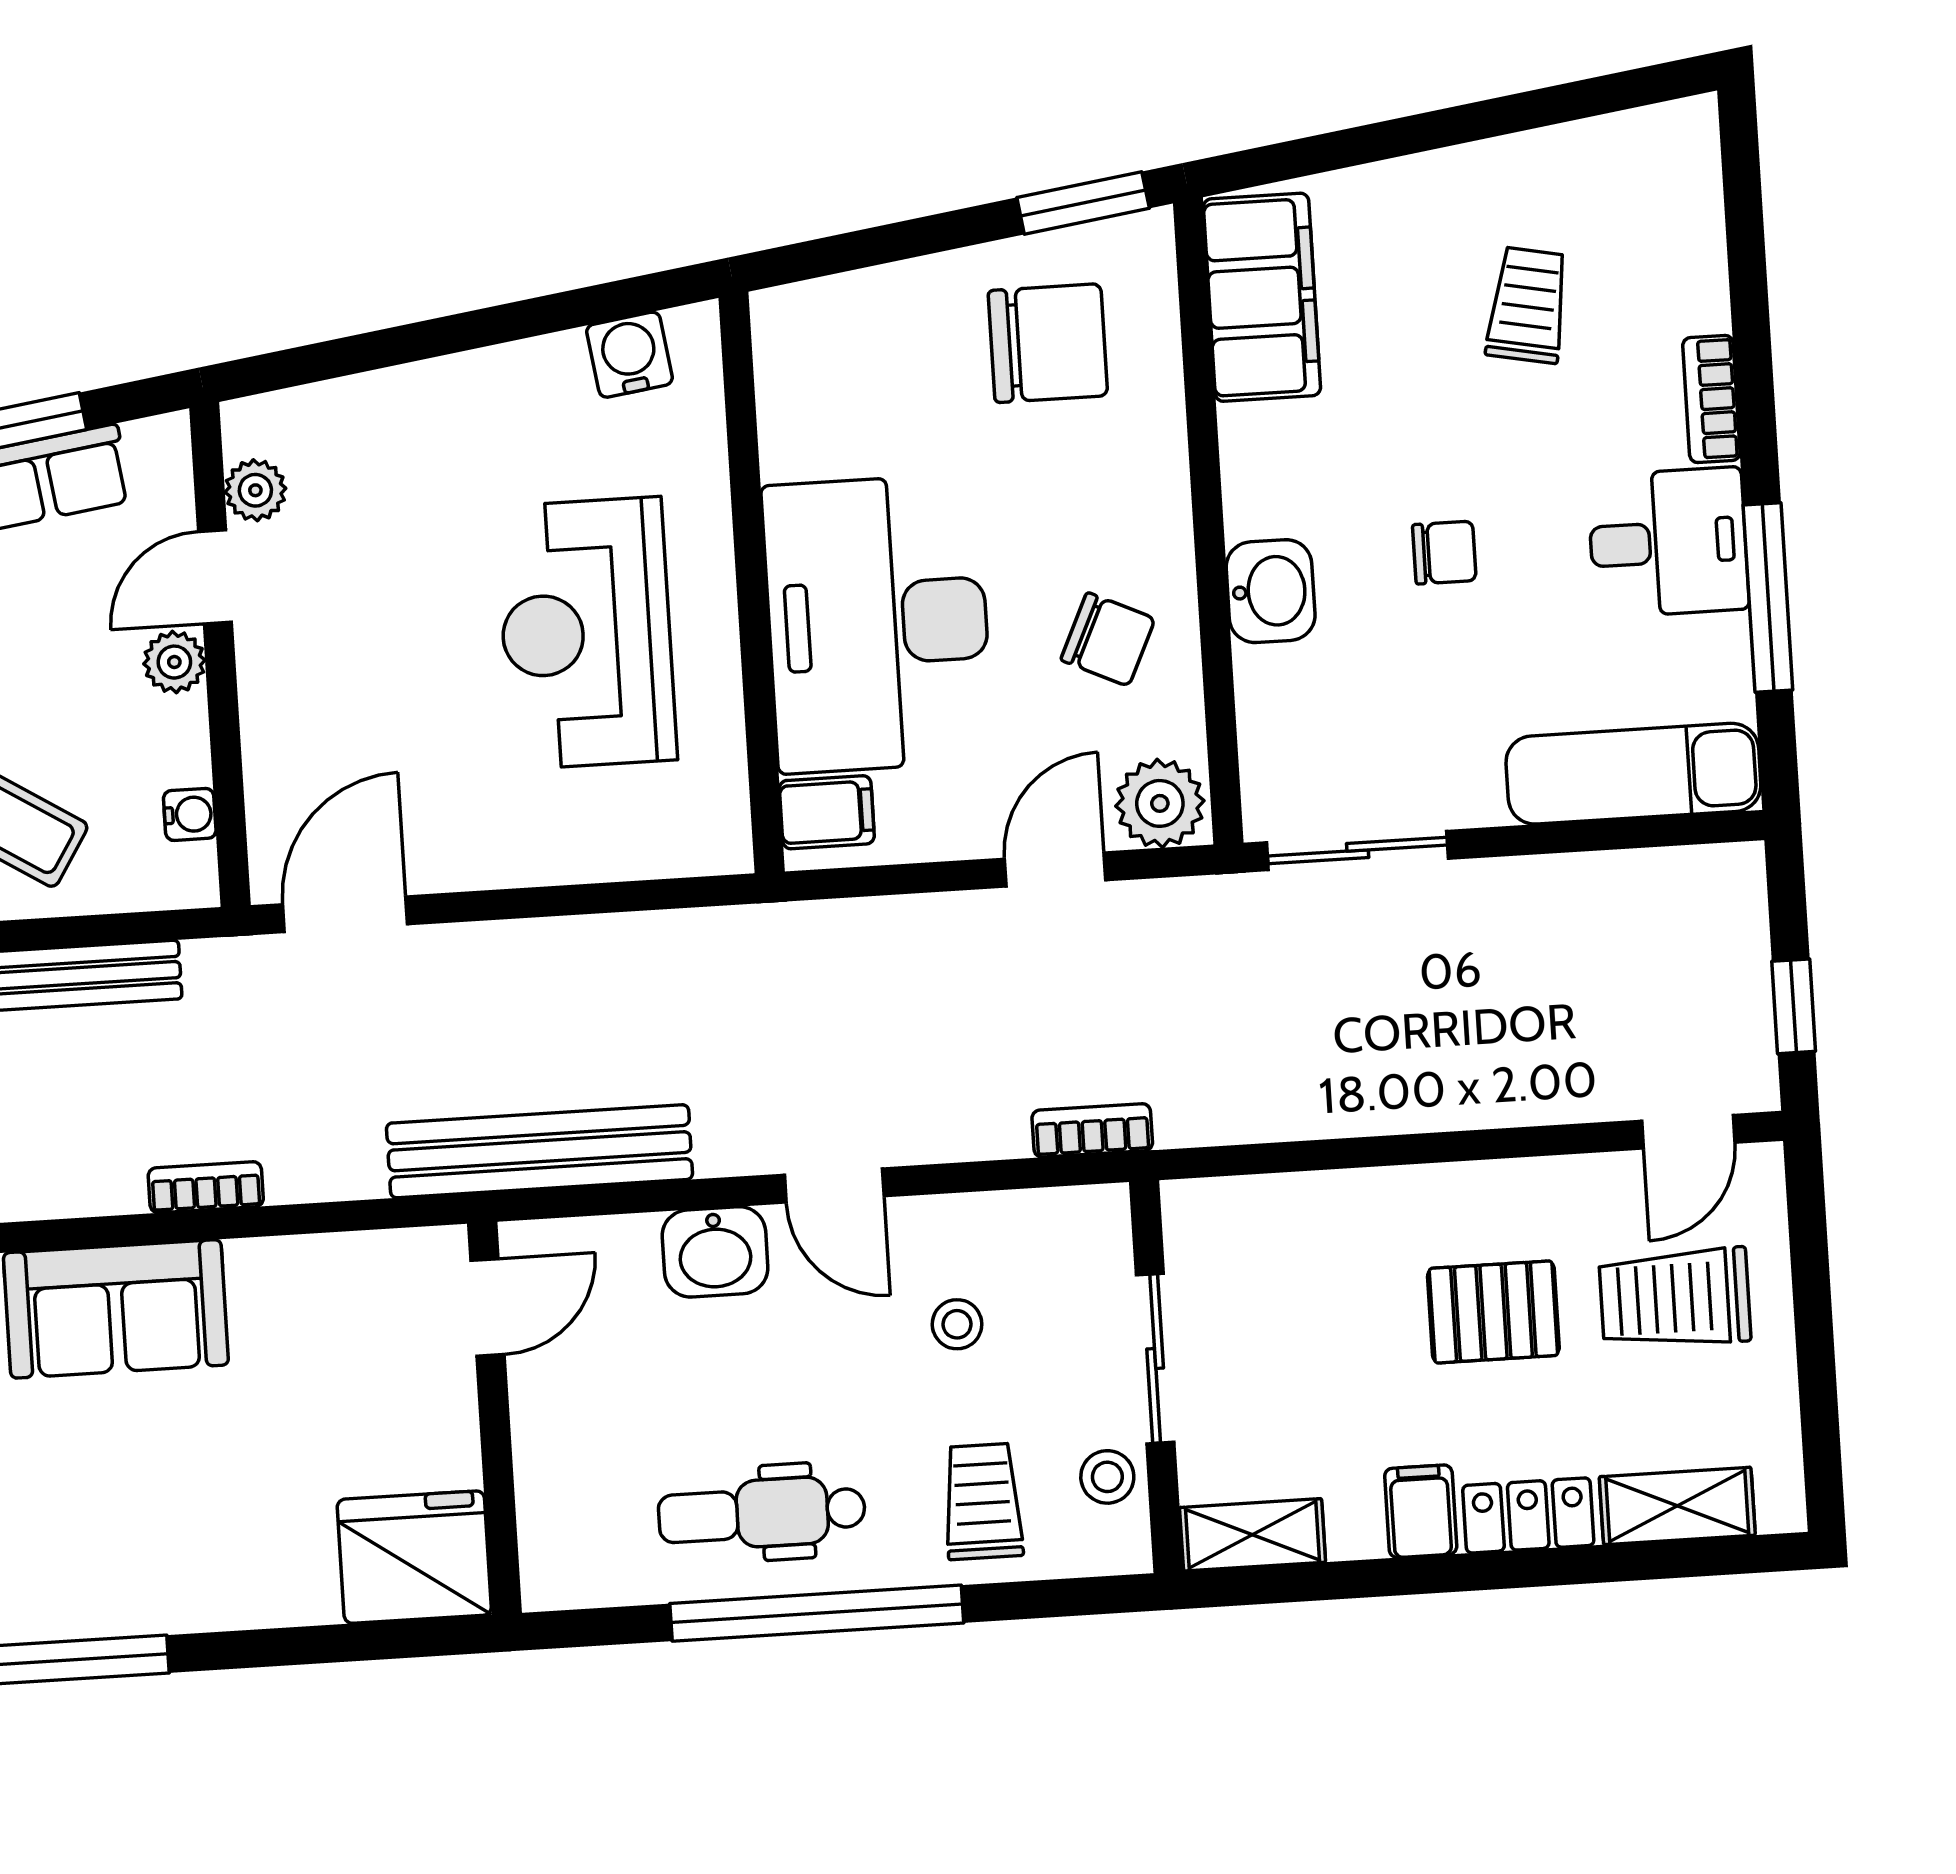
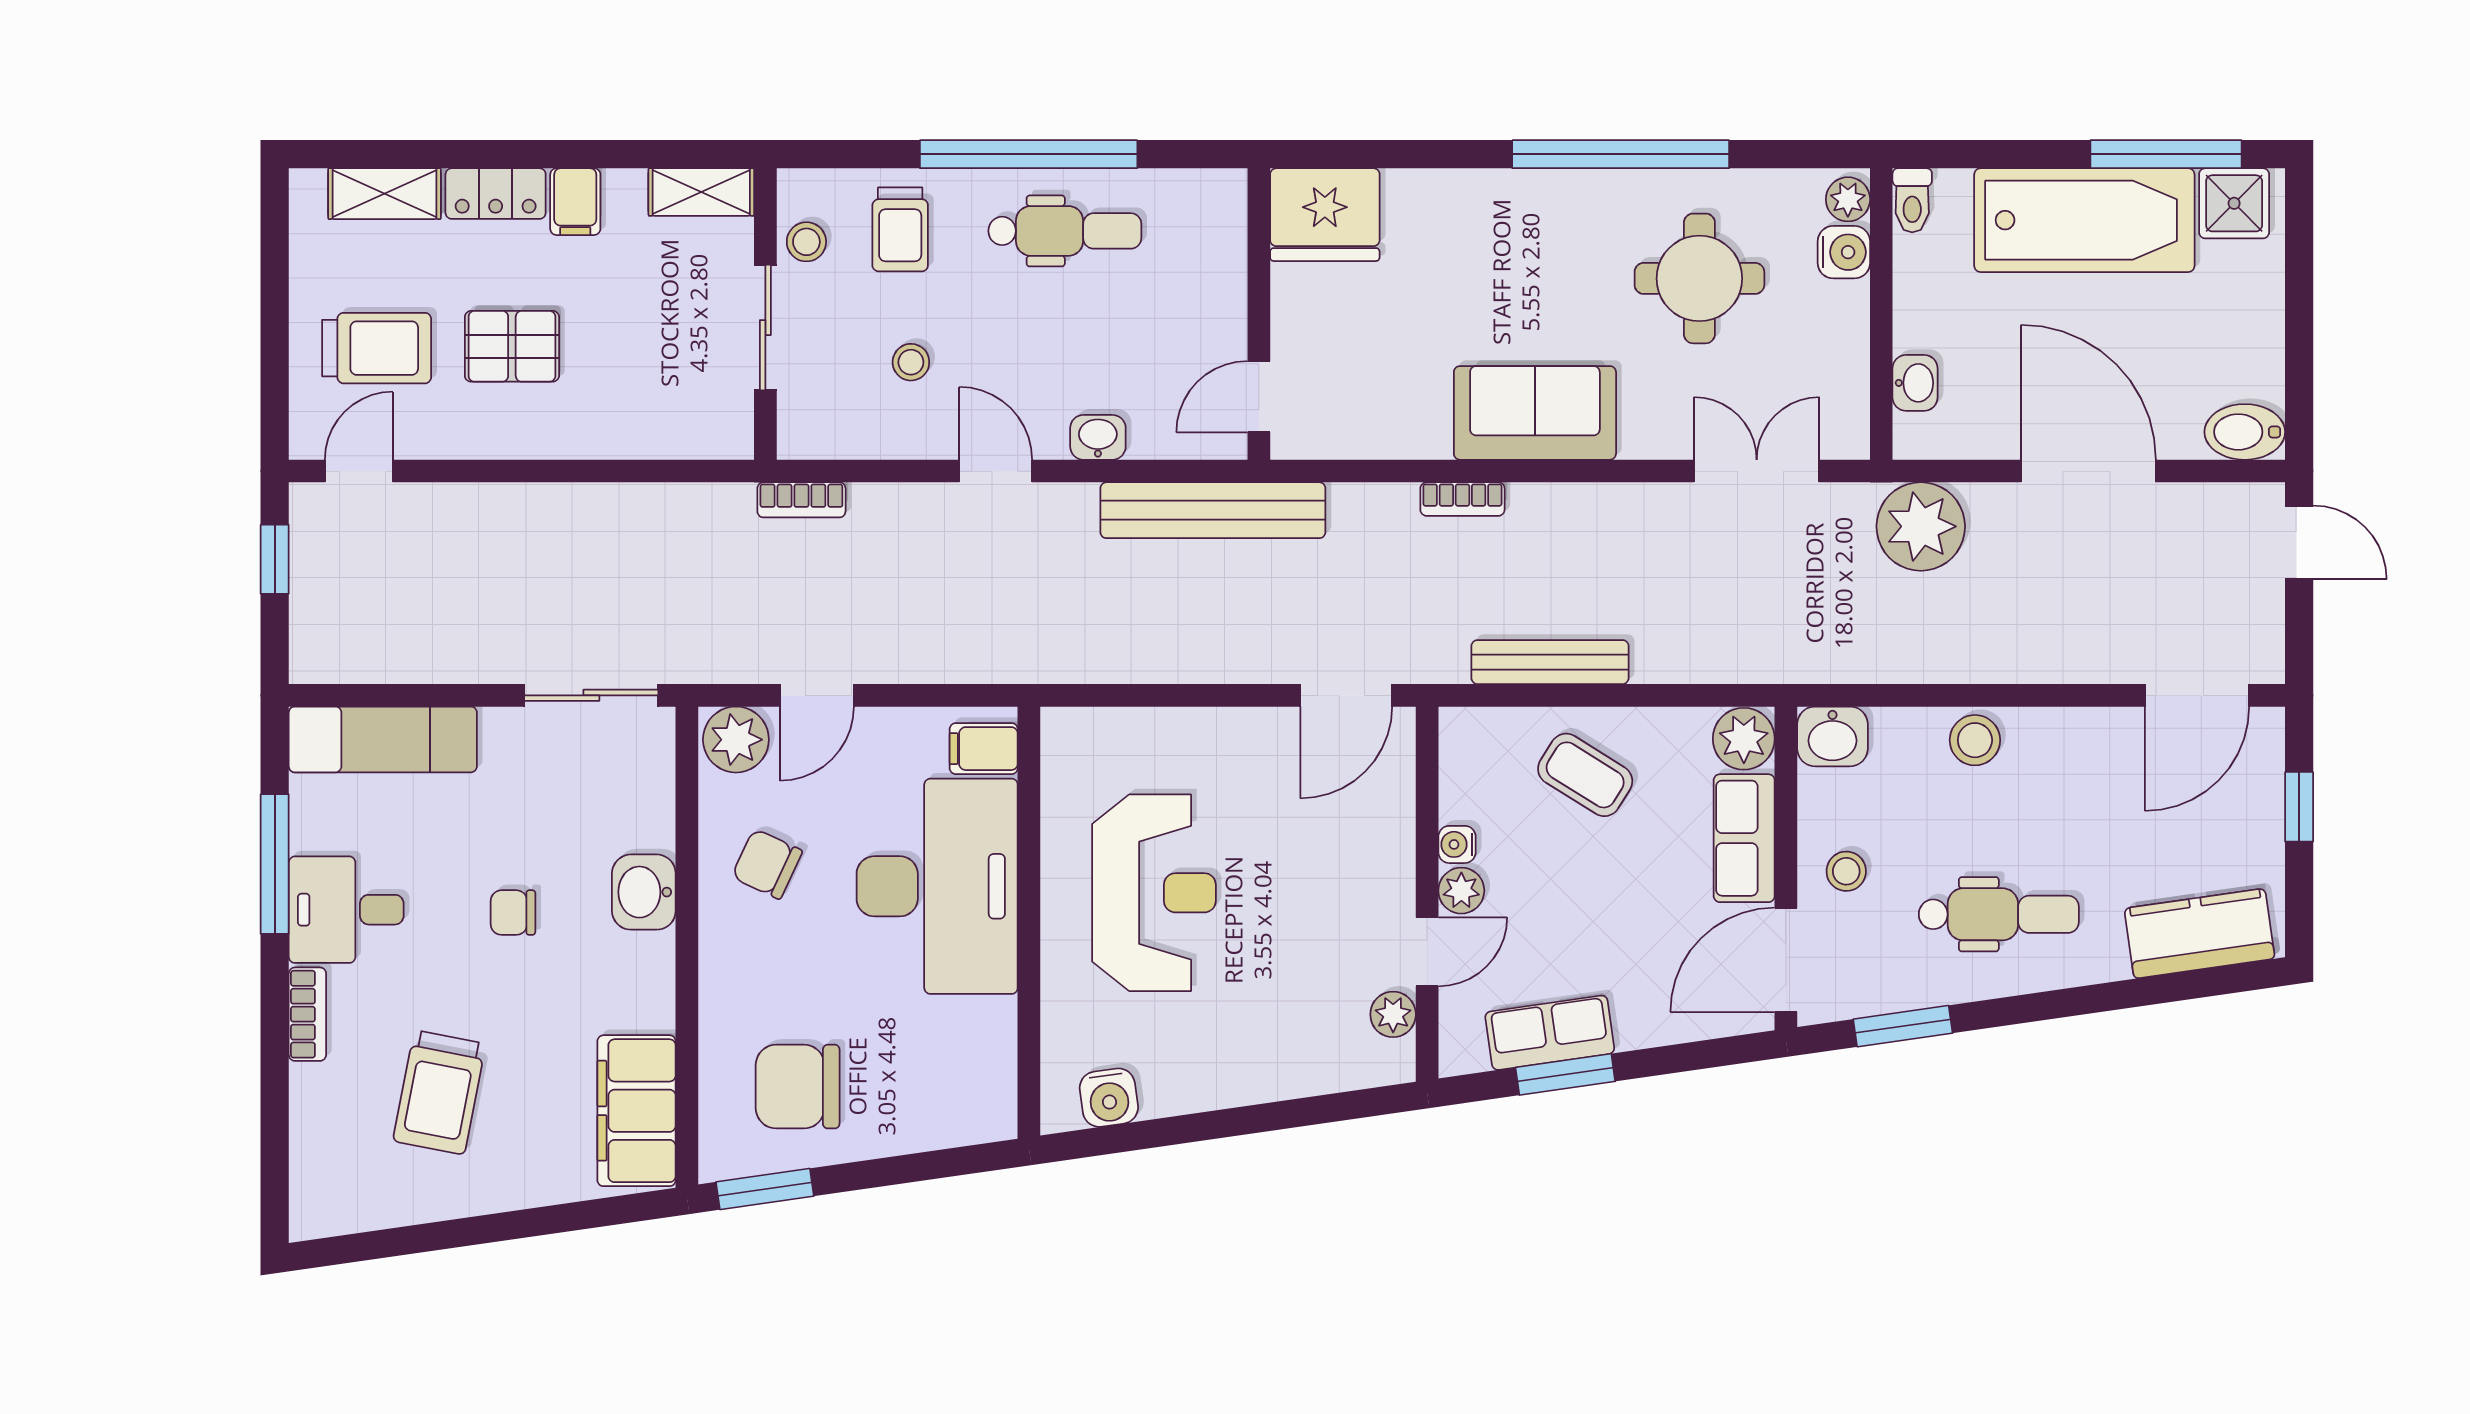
trolley: (1528, 305) -> (439, 1092), width x1.36, depth x1.39
water cooler: (190, 814) -> (1457, 844), moved
washbasin: (715, 1252) -> (1098, 437), width x0.72, depth x0.69

